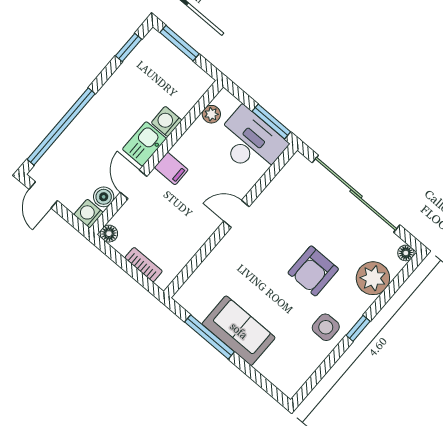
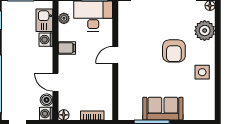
kitchen sink: (144, 144) -> (44, 20), moved
filing cabinet: (171, 169) -> (67, 48), moved
window: (358, 328) -> (218, 60), removed

